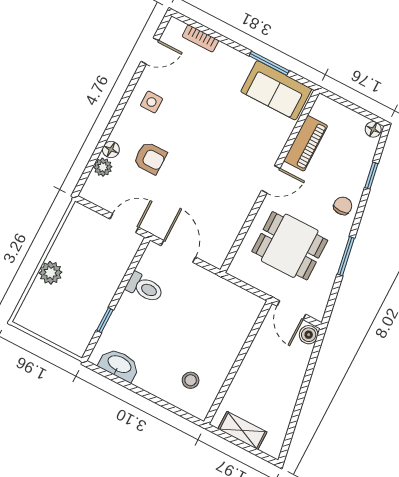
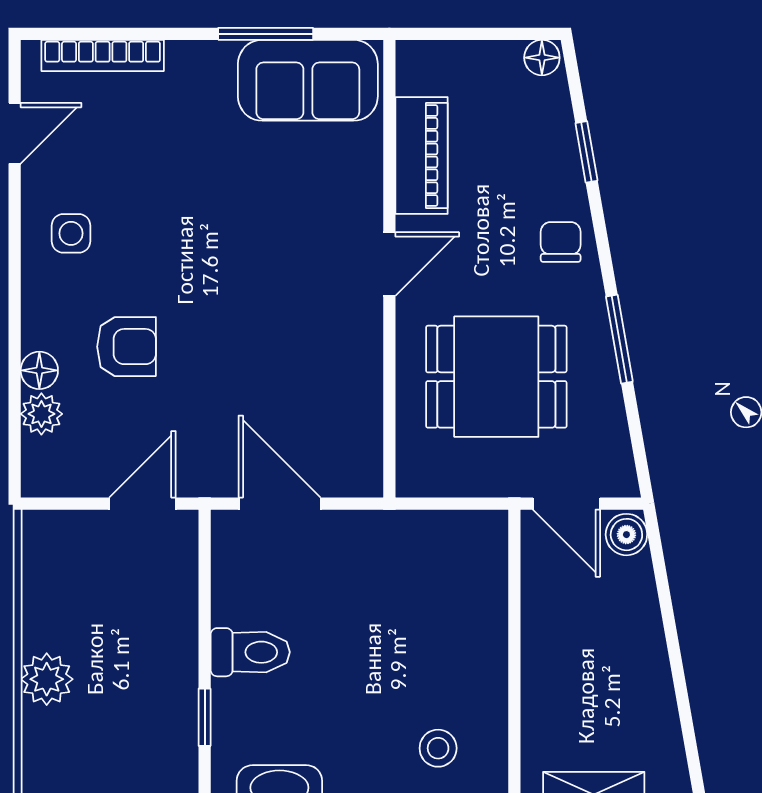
bookcase: (200, 38) -> (103, 55), width x1.56
toilet: (145, 288) -> (250, 652), moved

